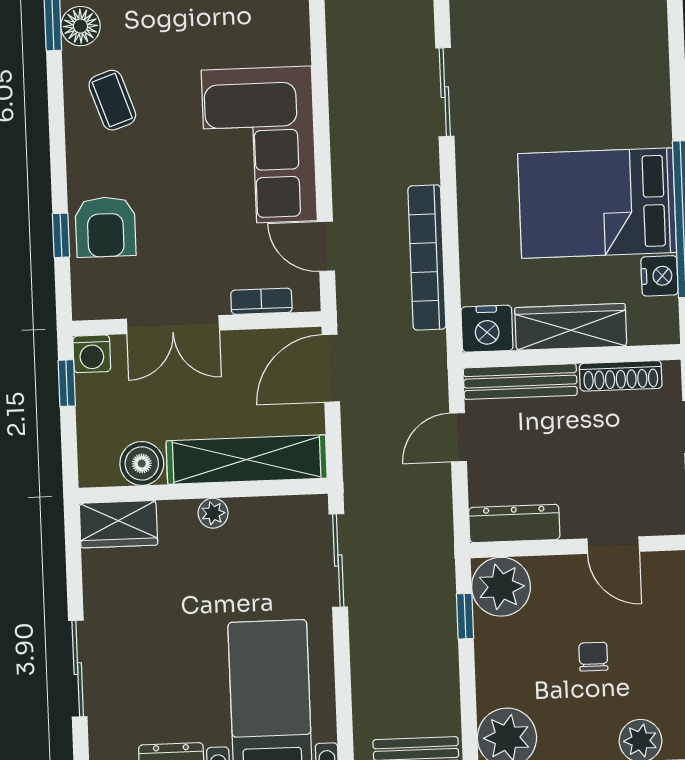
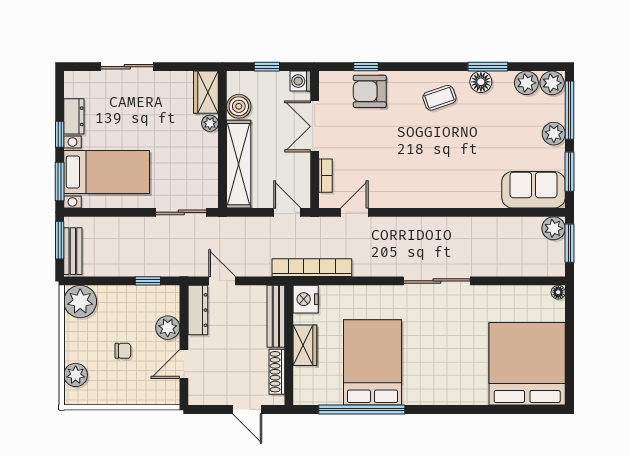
sliding door: (445, 92) -> (437, 281), width x1.37
corner sofa: (259, 145) -> (411, 178), removed
bookcase: (427, 257) -> (312, 268), moved
nightstand: (660, 276) -> (331, 395), removed
wardrobe: (571, 327) -> (305, 345), width x0.67
door: (331, 368) -> (287, 212), width x0.73
window: (67, 383) -> (267, 67), moved
door: (458, 437) -> (222, 281), moved
plant: (213, 513) -> (210, 123), moved
plant: (501, 587) -> (168, 328), moved, width x0.73, depth x0.73

